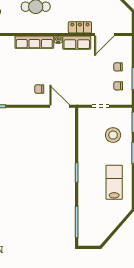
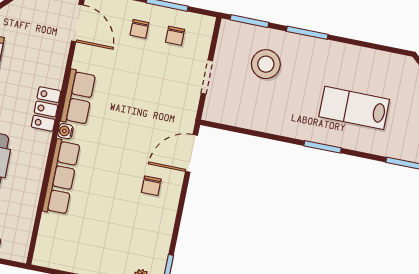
locker: (80, 27) -> (46, 109), moved
door: (104, 35) -> (77, 23), moved
lab bench: (114, 182) -> (354, 108), moved

